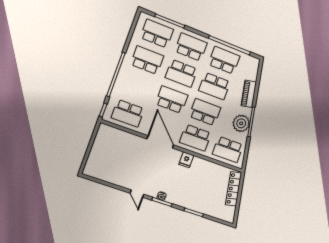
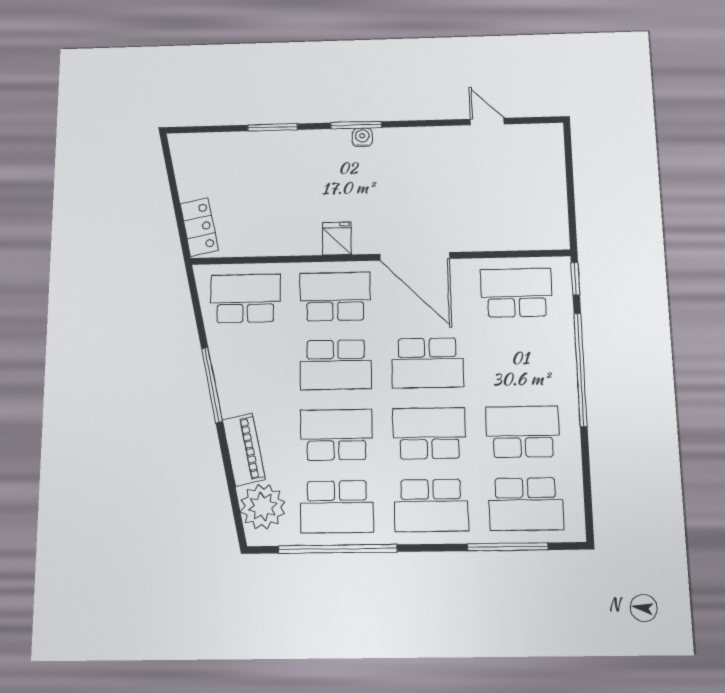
school desk: (147, 60) -> (523, 432), turned 180
plant: (241, 123) -> (263, 507), moved
locker: (233, 189) -> (199, 227), width x0.66
door: (137, 194) -> (487, 122), moved

